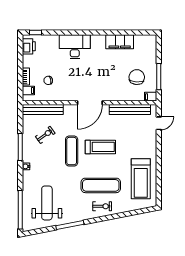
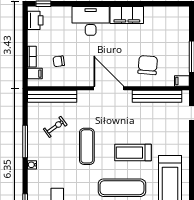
filing cabinet: (120, 42) -> (127, 15), moved
chair: (137, 77) -> (148, 65), moved
door: (90, 103) -> (109, 88), swing flipped
treadmill: (100, 147) -> (133, 153), moved, turned 180

